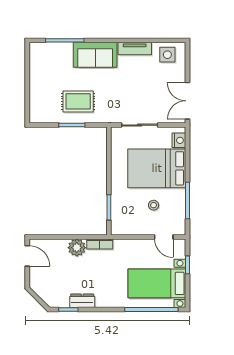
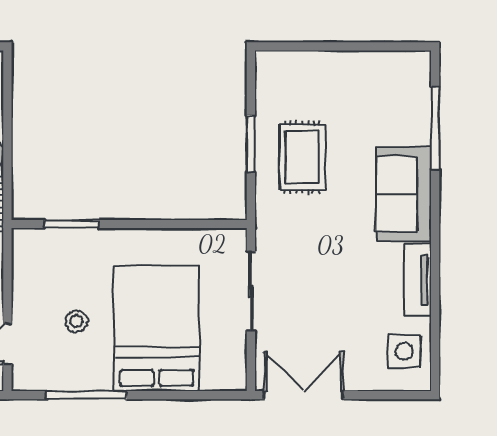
nightstand: (179, 140) -> (218, 376), removed

